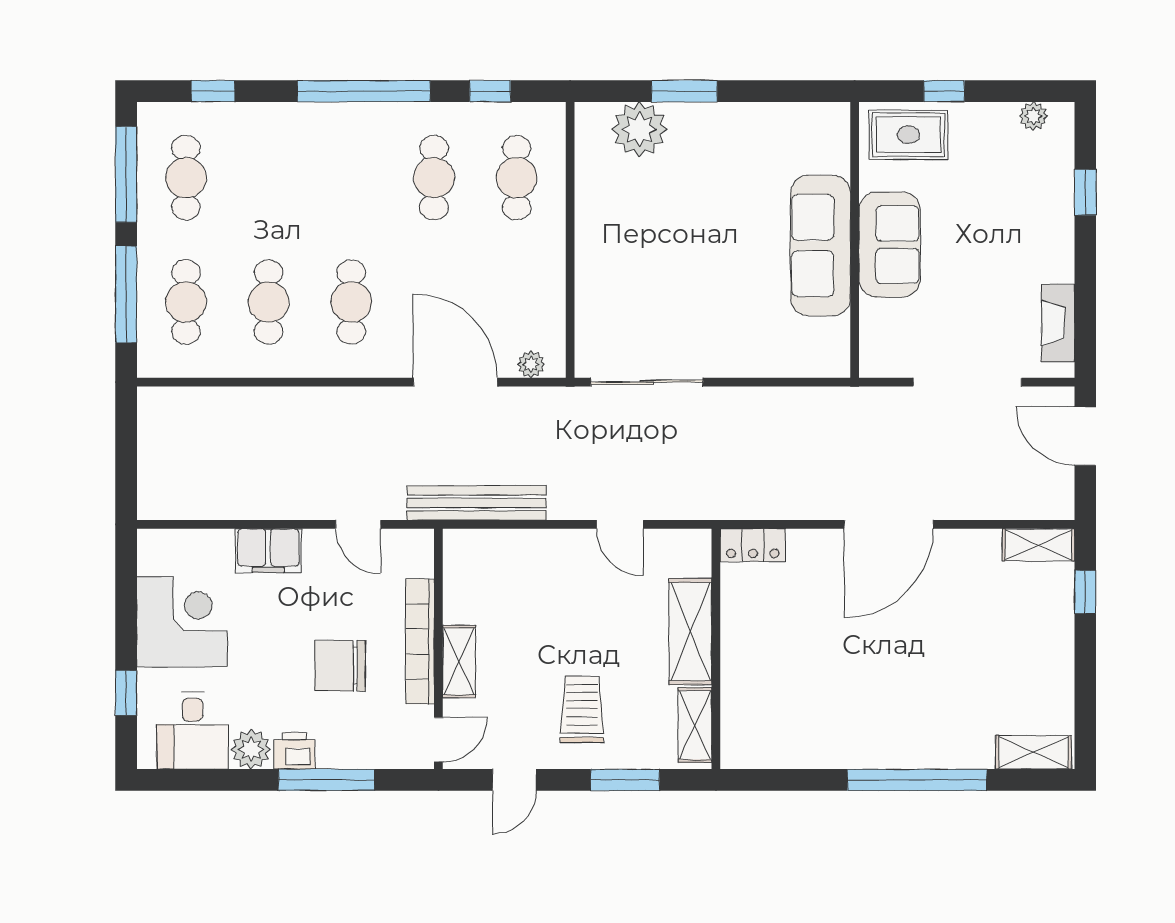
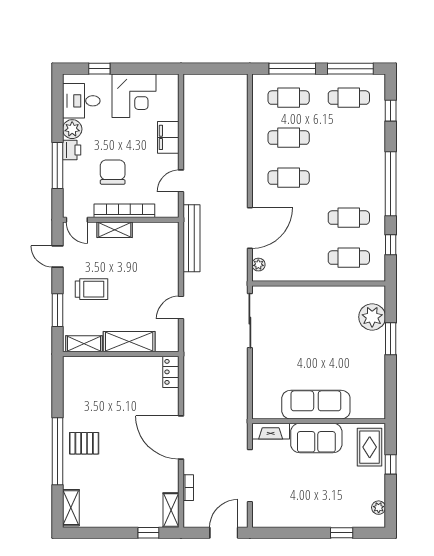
fireplace: (1058, 323) -> (271, 431), moved, turned 180
bookcase: (992, 510) -> (188, 488), added
pallet: (900, 725) -> (84, 443), added

